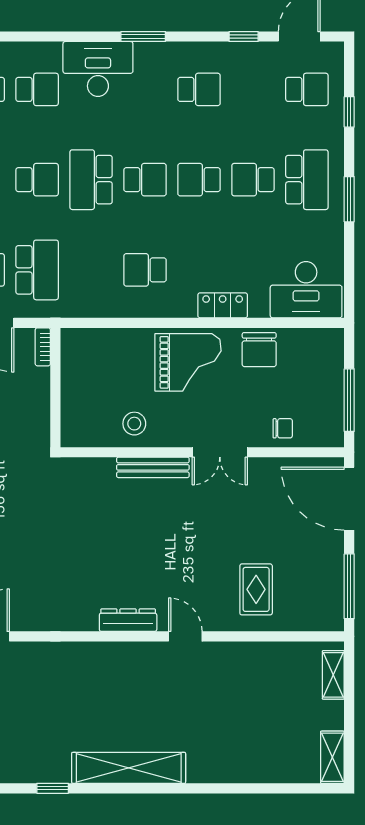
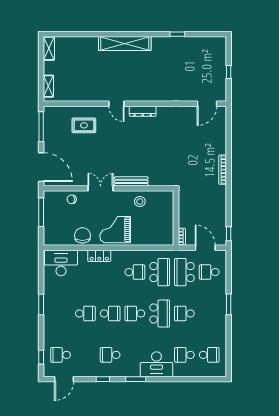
window: (244, 37) -> (103, 379), moved
window: (349, 112) -> (41, 357), moved
school desk: (307, 180) -> (160, 272), moved, turned 180
rug: (256, 589) -> (84, 125), turned 90
shelving: (129, 768) -> (125, 43), moved

